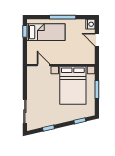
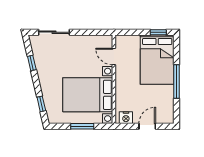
nightstand: (90, 24) -> (126, 118), moved
bed: (46, 32) -> (157, 60), width x1.50
door: (44, 65) -> (114, 57), swing flipped

